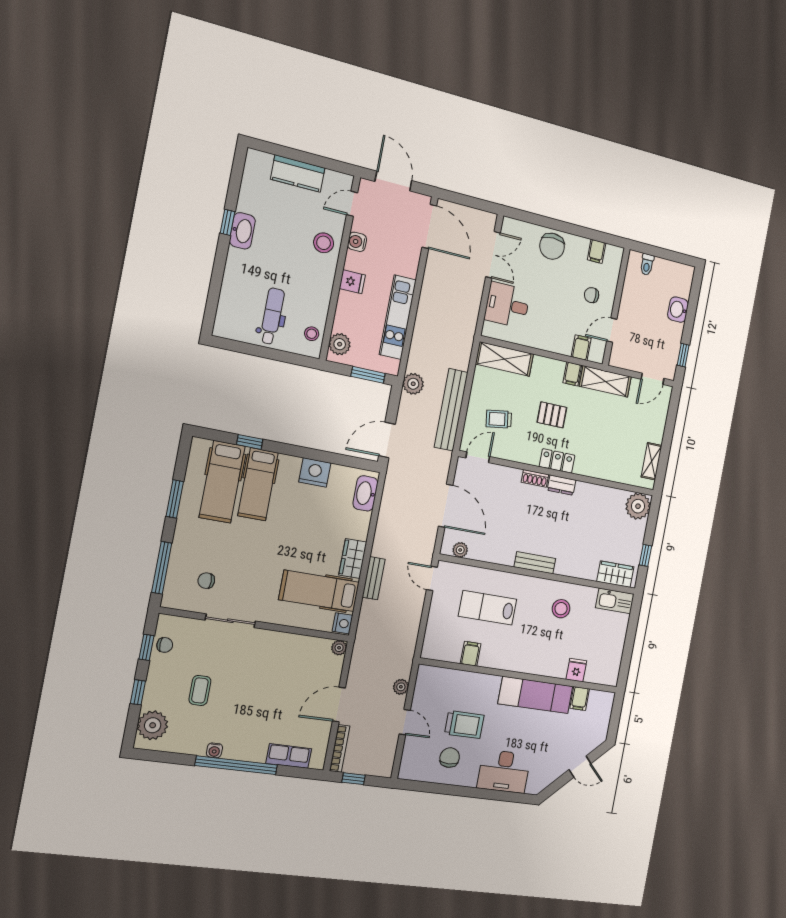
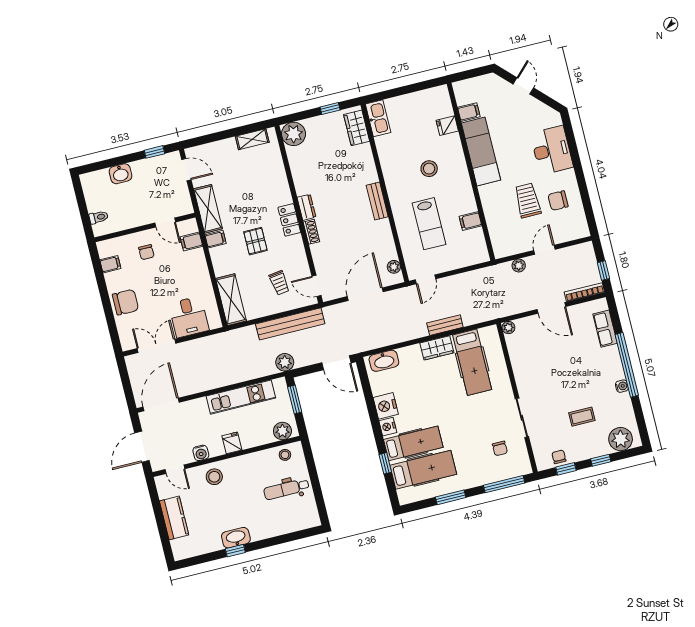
stool: (561, 609) -> (429, 169), moved
nightstand: (342, 623) -> (388, 427), moved, turned -90

